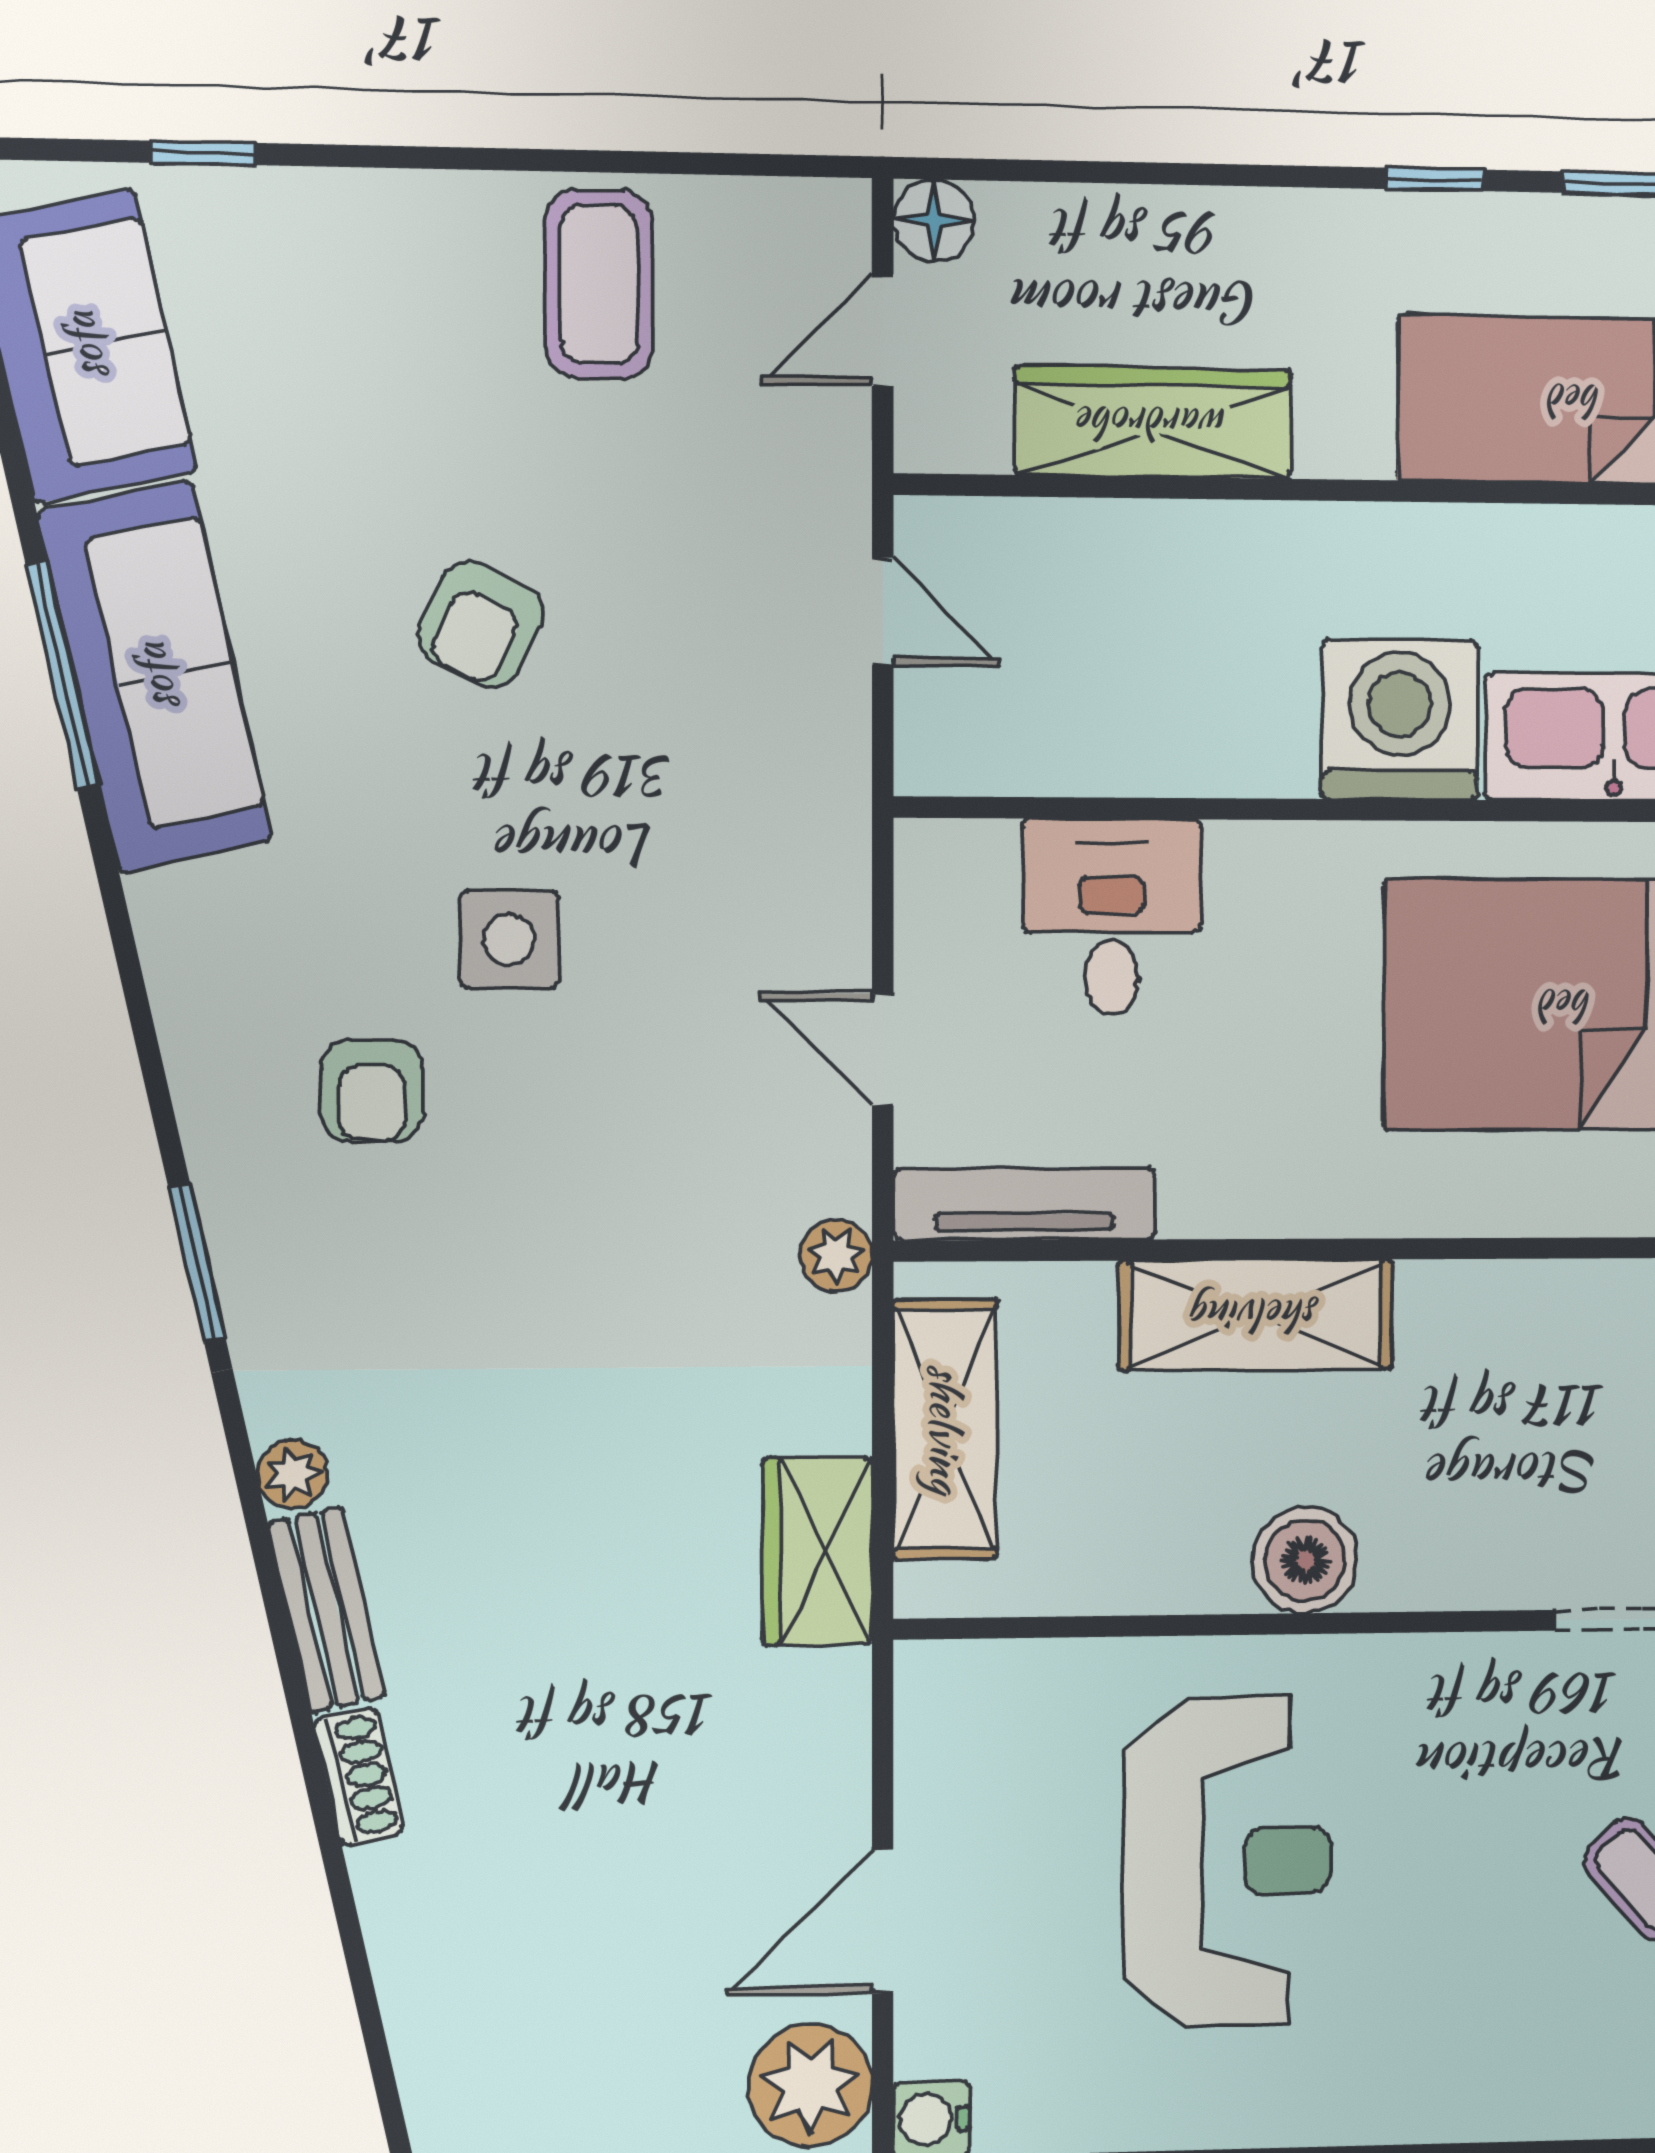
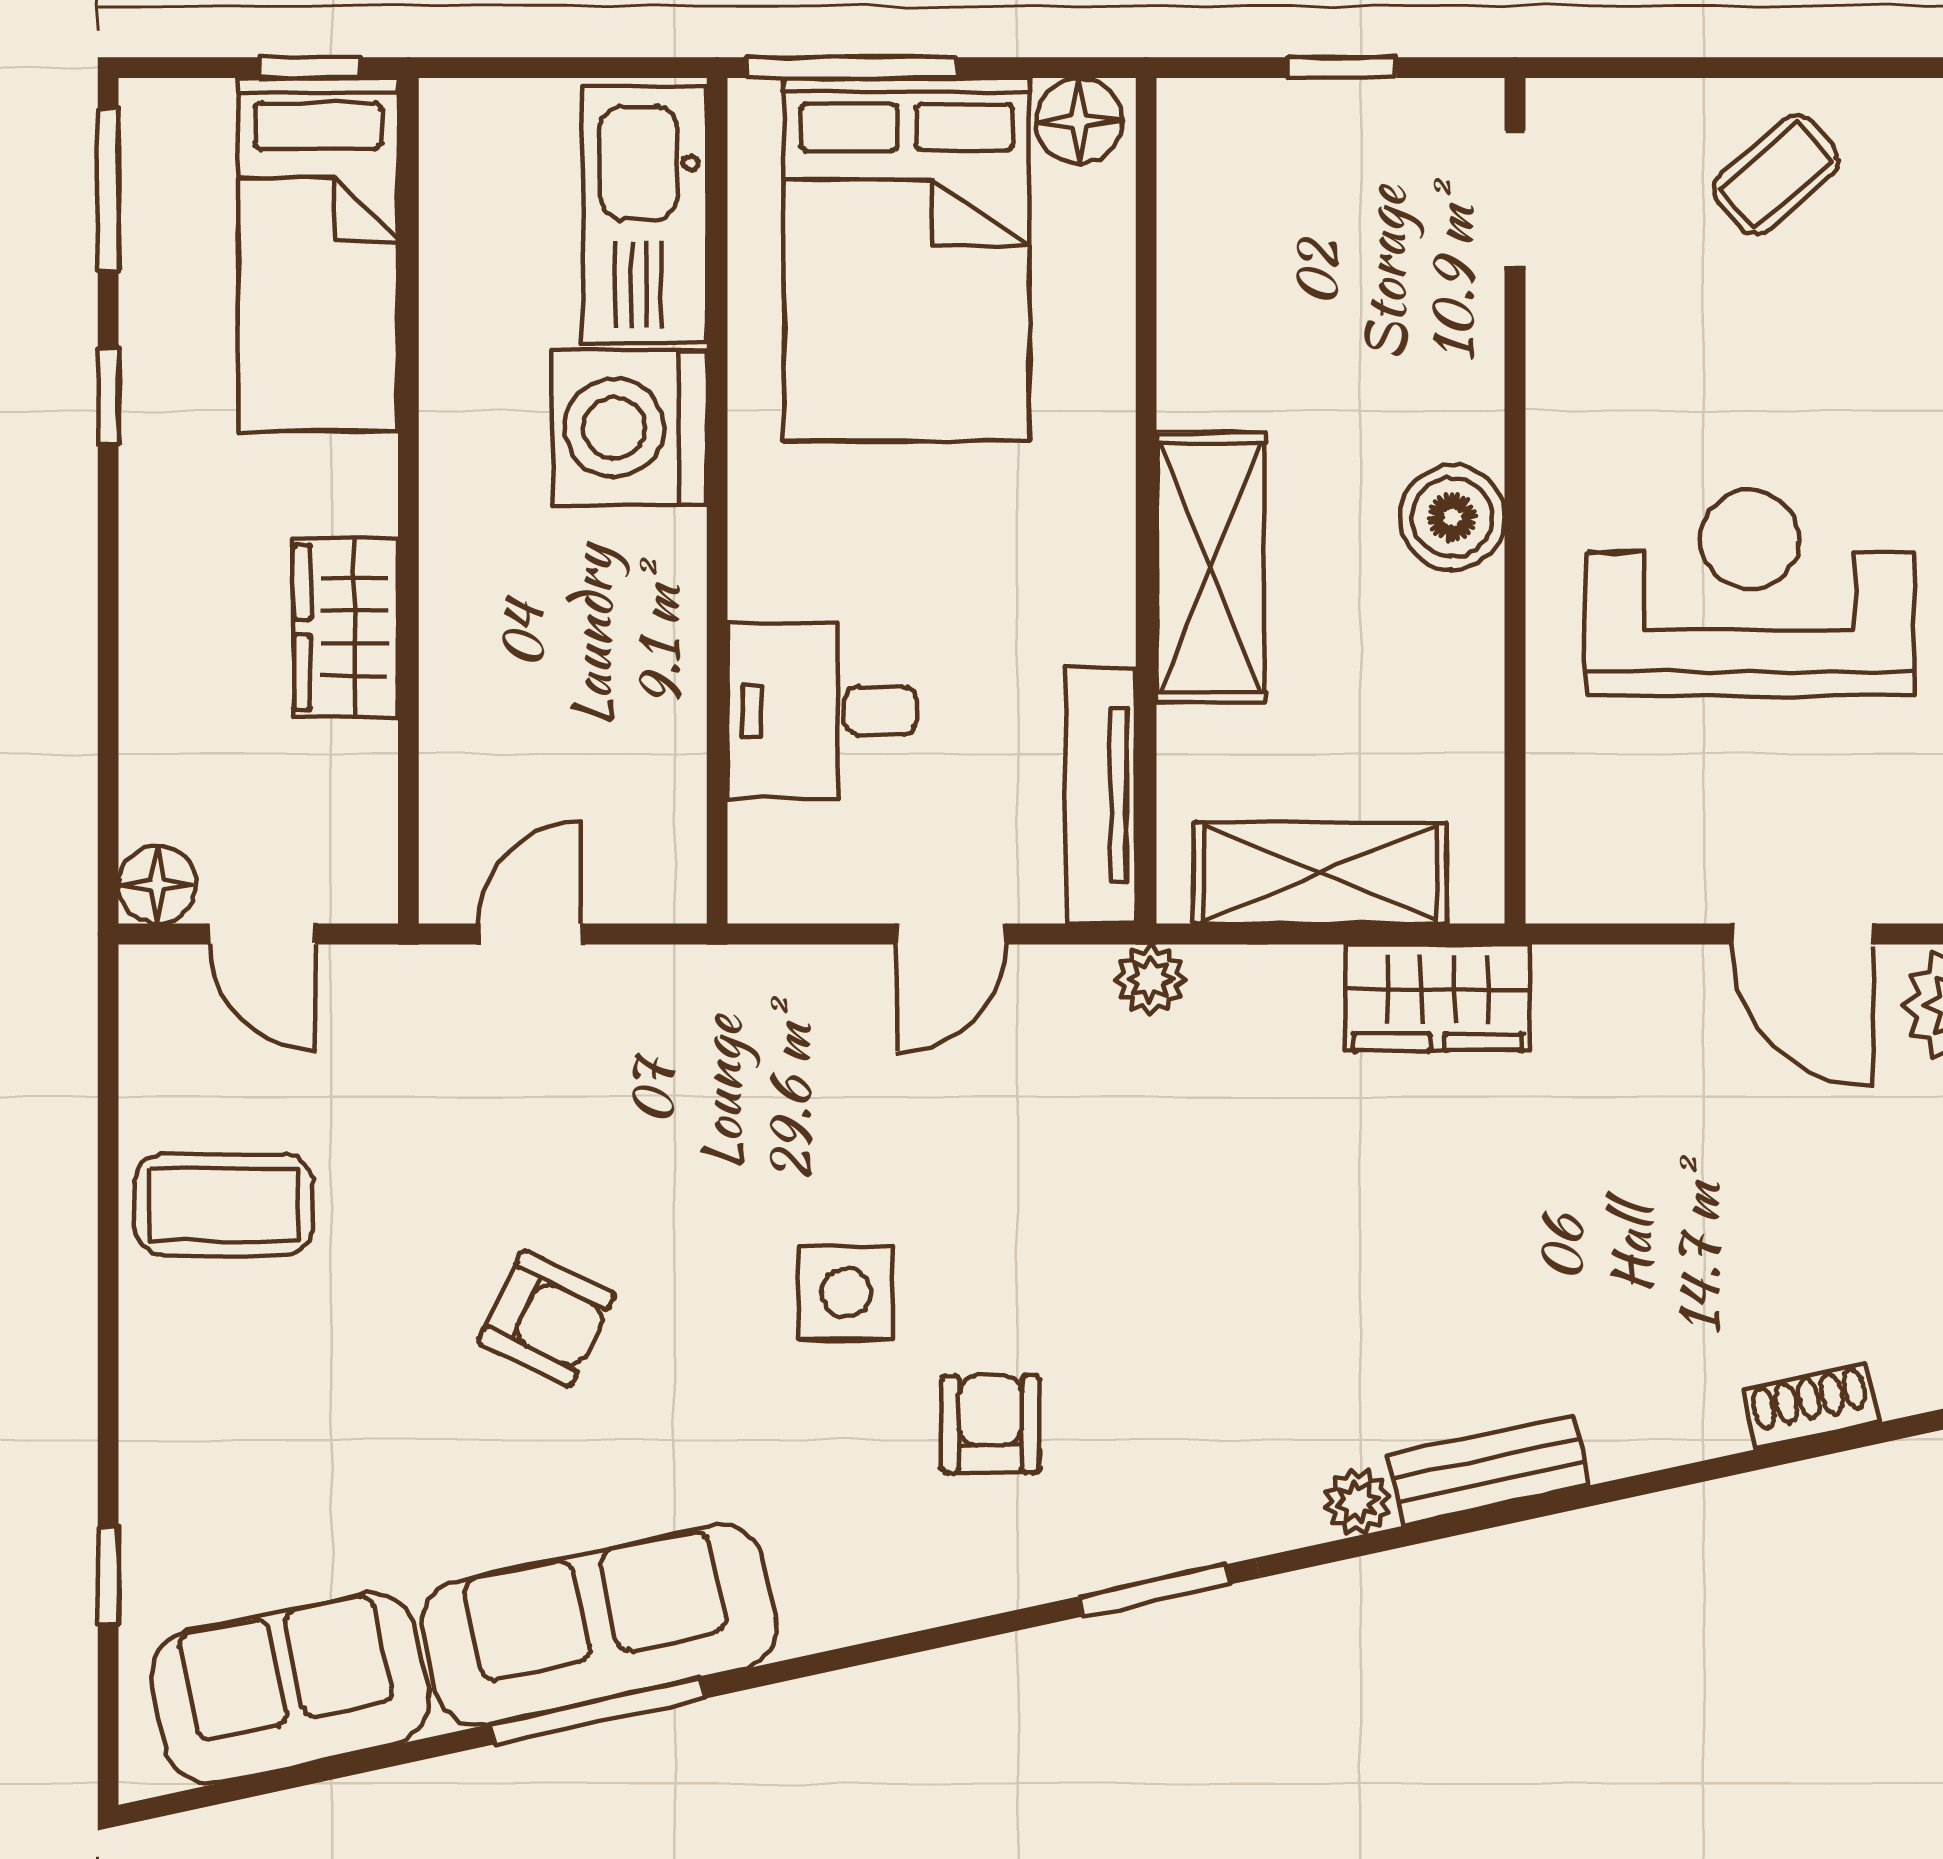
wardrobe: (1153, 423) -> (346, 627), width x0.67
armchair: (372, 1091) -> (990, 1424), turned -90
shoe rack: (359, 1777) -> (1811, 1406), moved

